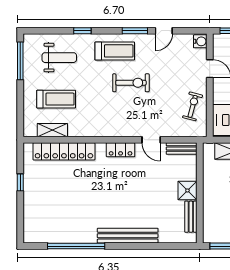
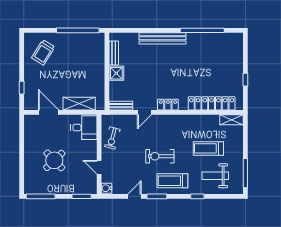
treadmill: (56, 99) -> (208, 148), moved
shelving: (52, 130) -> (231, 120), moved
door: (151, 140) -> (144, 112), swing flipped

